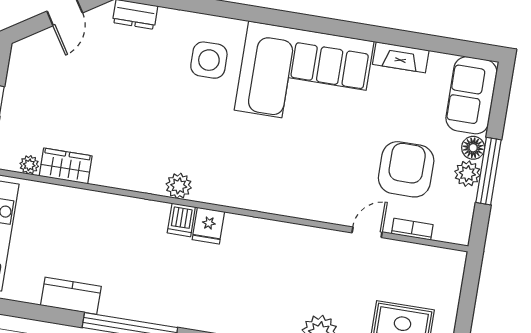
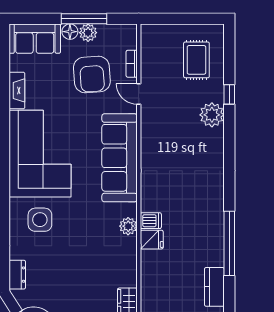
armchair: (406, 169) -> (92, 75), turned -94
sofa: (279, 189) -> (120, 158), added
fridge: (208, 226) -> (152, 240), moved

